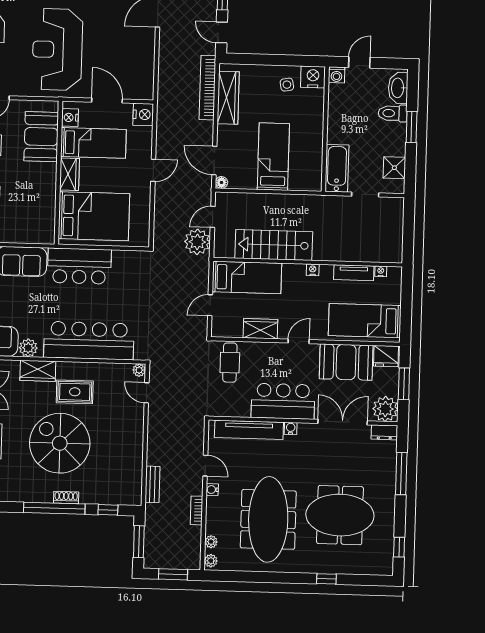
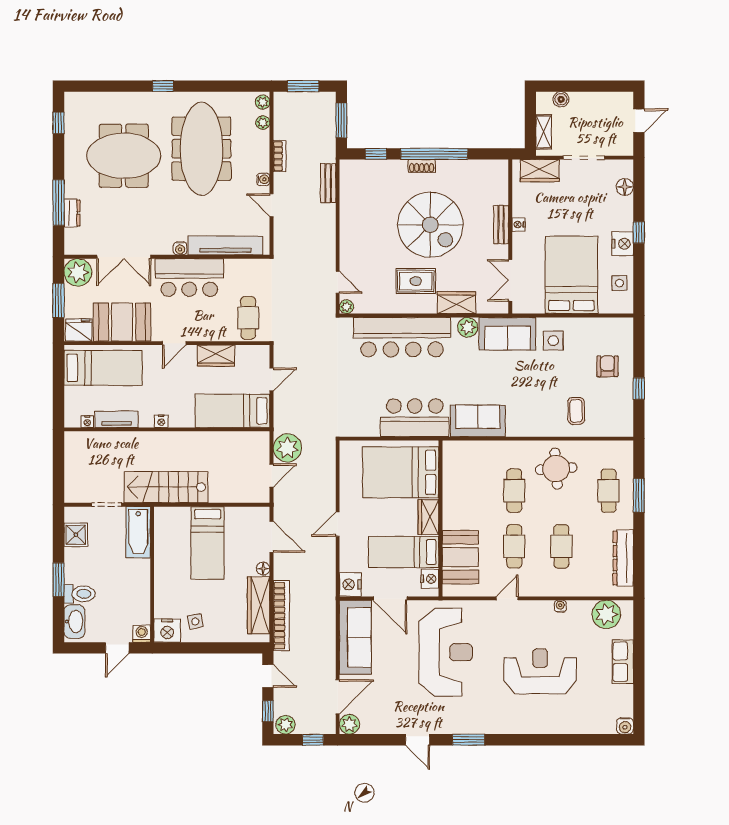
sofa: (140, 66) -> (355, 637), added
floor lamp: (221, 182) -> (263, 569), moved
stairs: (274, 245) -> (166, 487), moved, turned 180
dresser: (384, 432) -> (72, 213), moved, turned 90
window: (326, 579) -> (163, 86), moved

